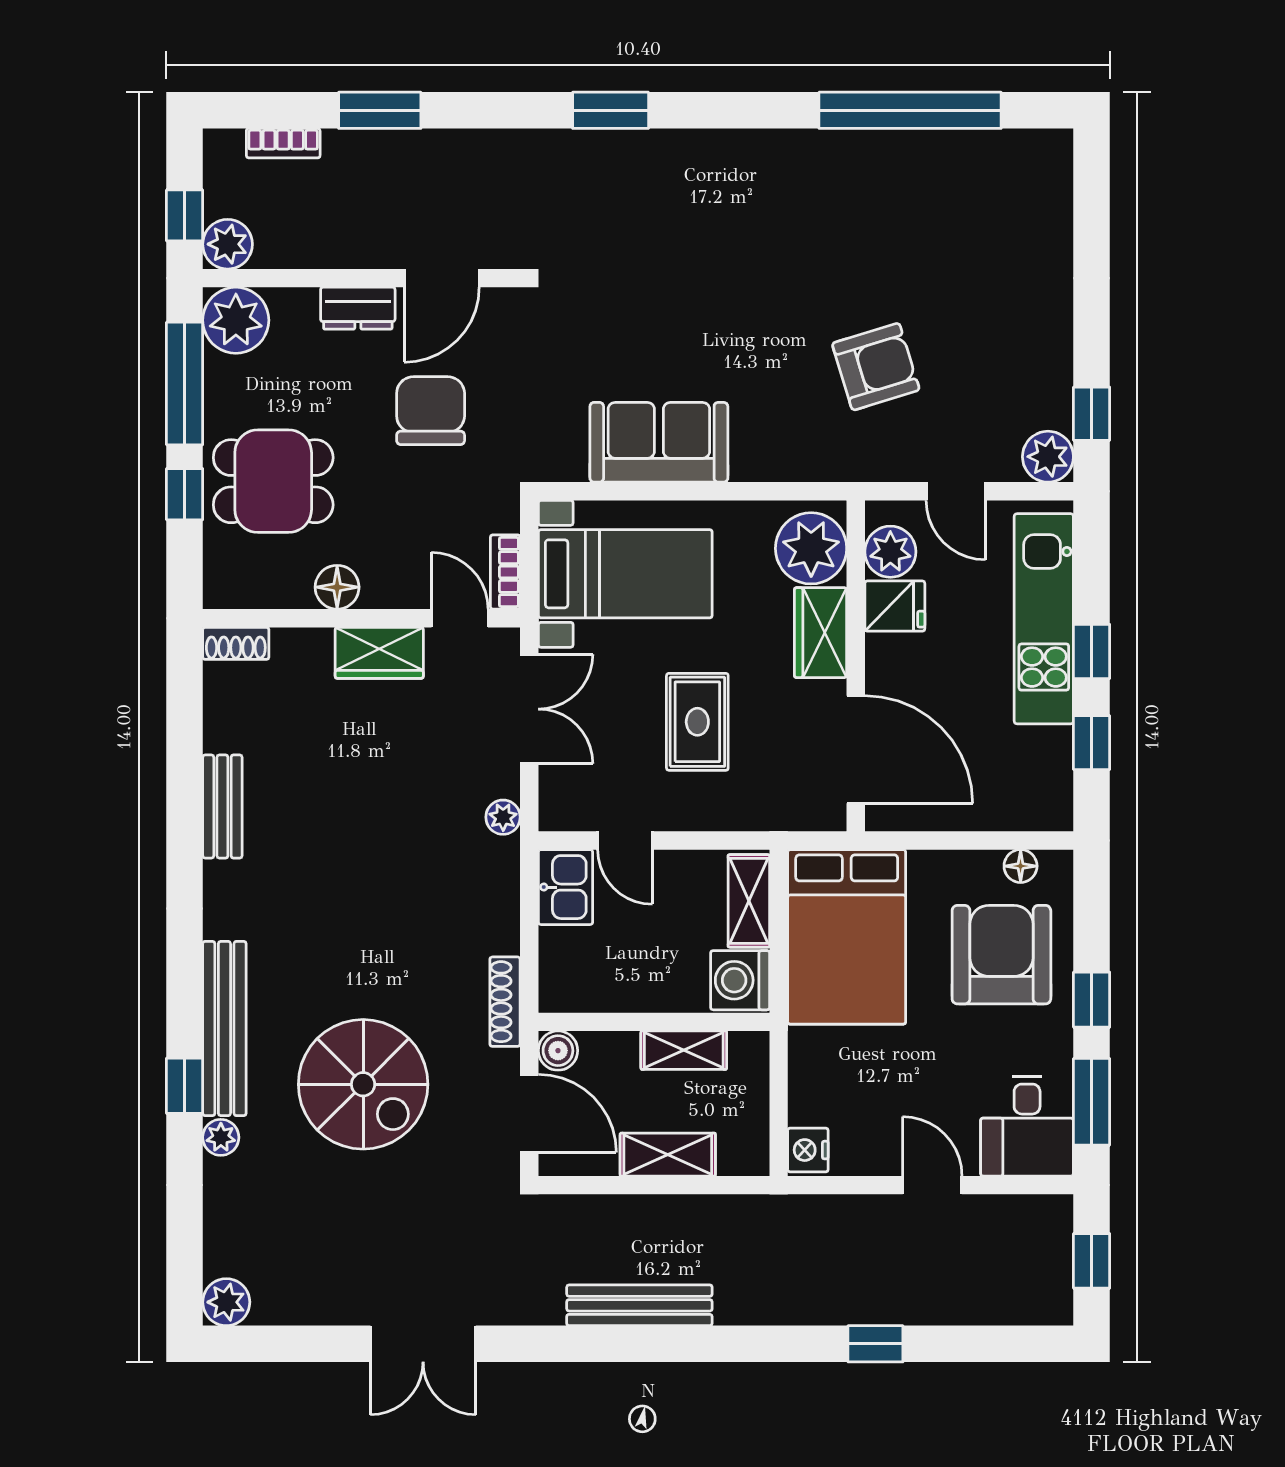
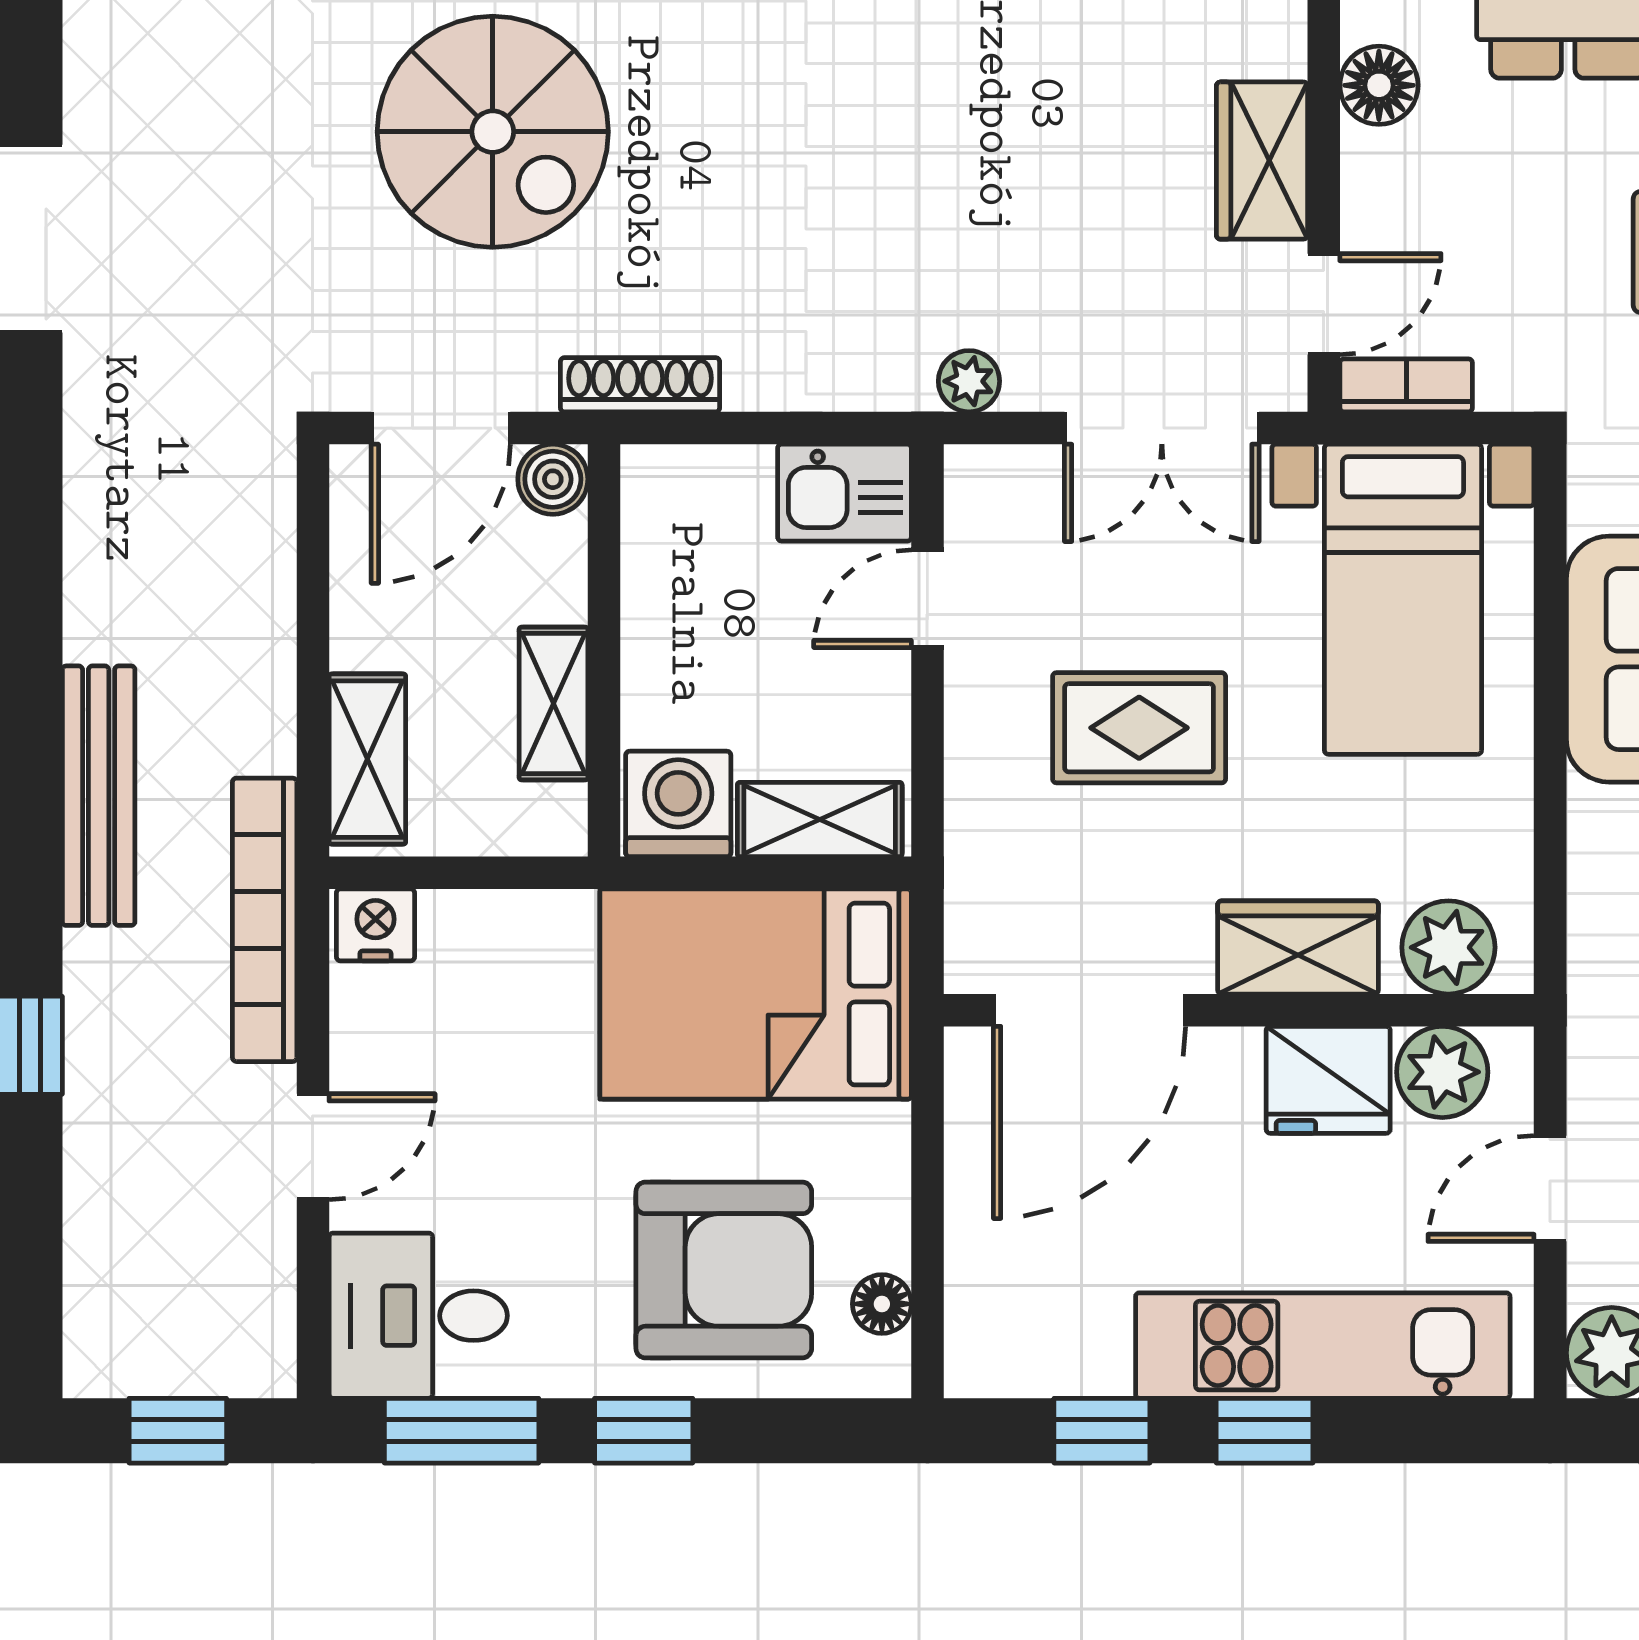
plant: (811, 548) -> (1448, 947), width x0.73, depth x0.73
fridge: (895, 606) -> (1328, 1080), width x1.38
spiral stairs: (363, 1084) -> (493, 132), turned -90
shelving: (668, 1155) -> (367, 759), moved
bookcase: (805, 1212) -> (265, 920), added
bench: (639, 1305) -> (99, 796), moved

